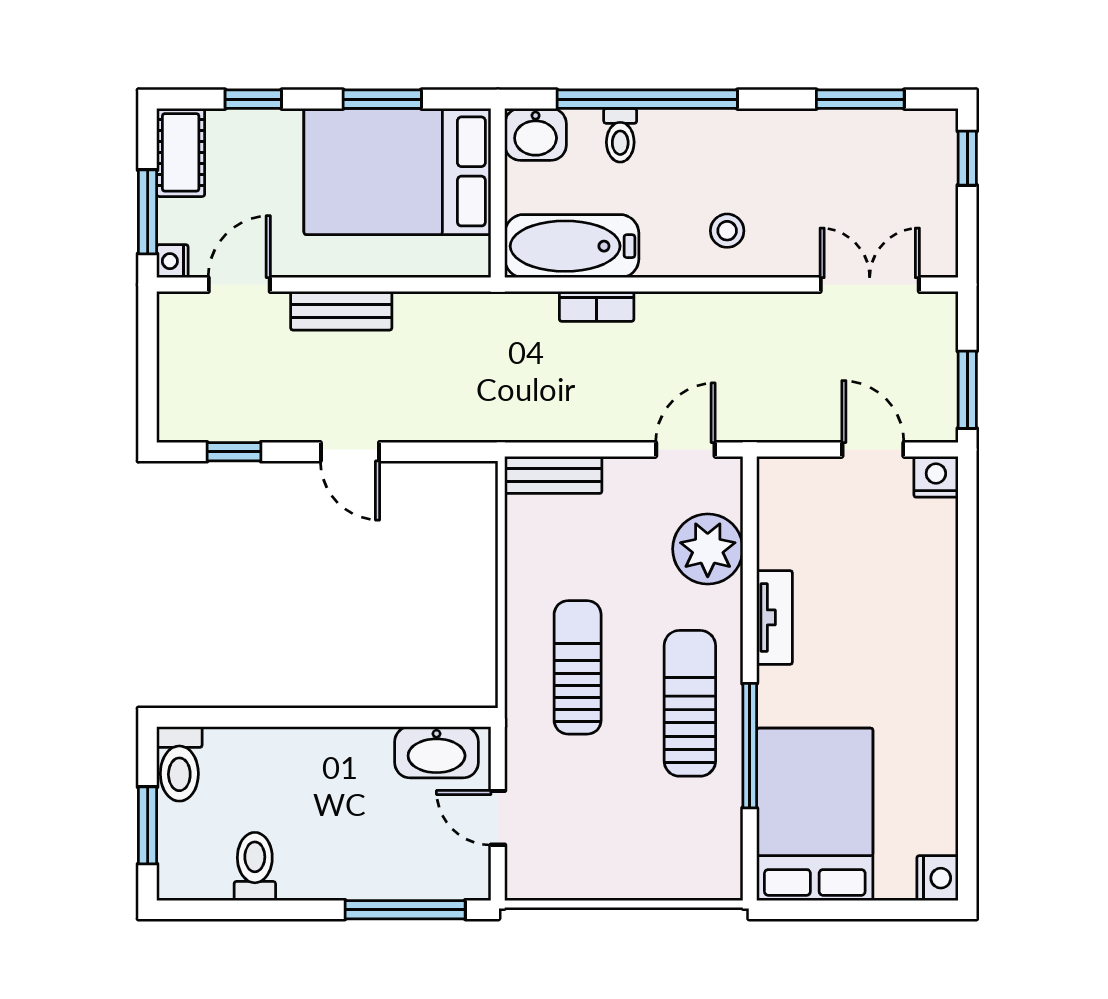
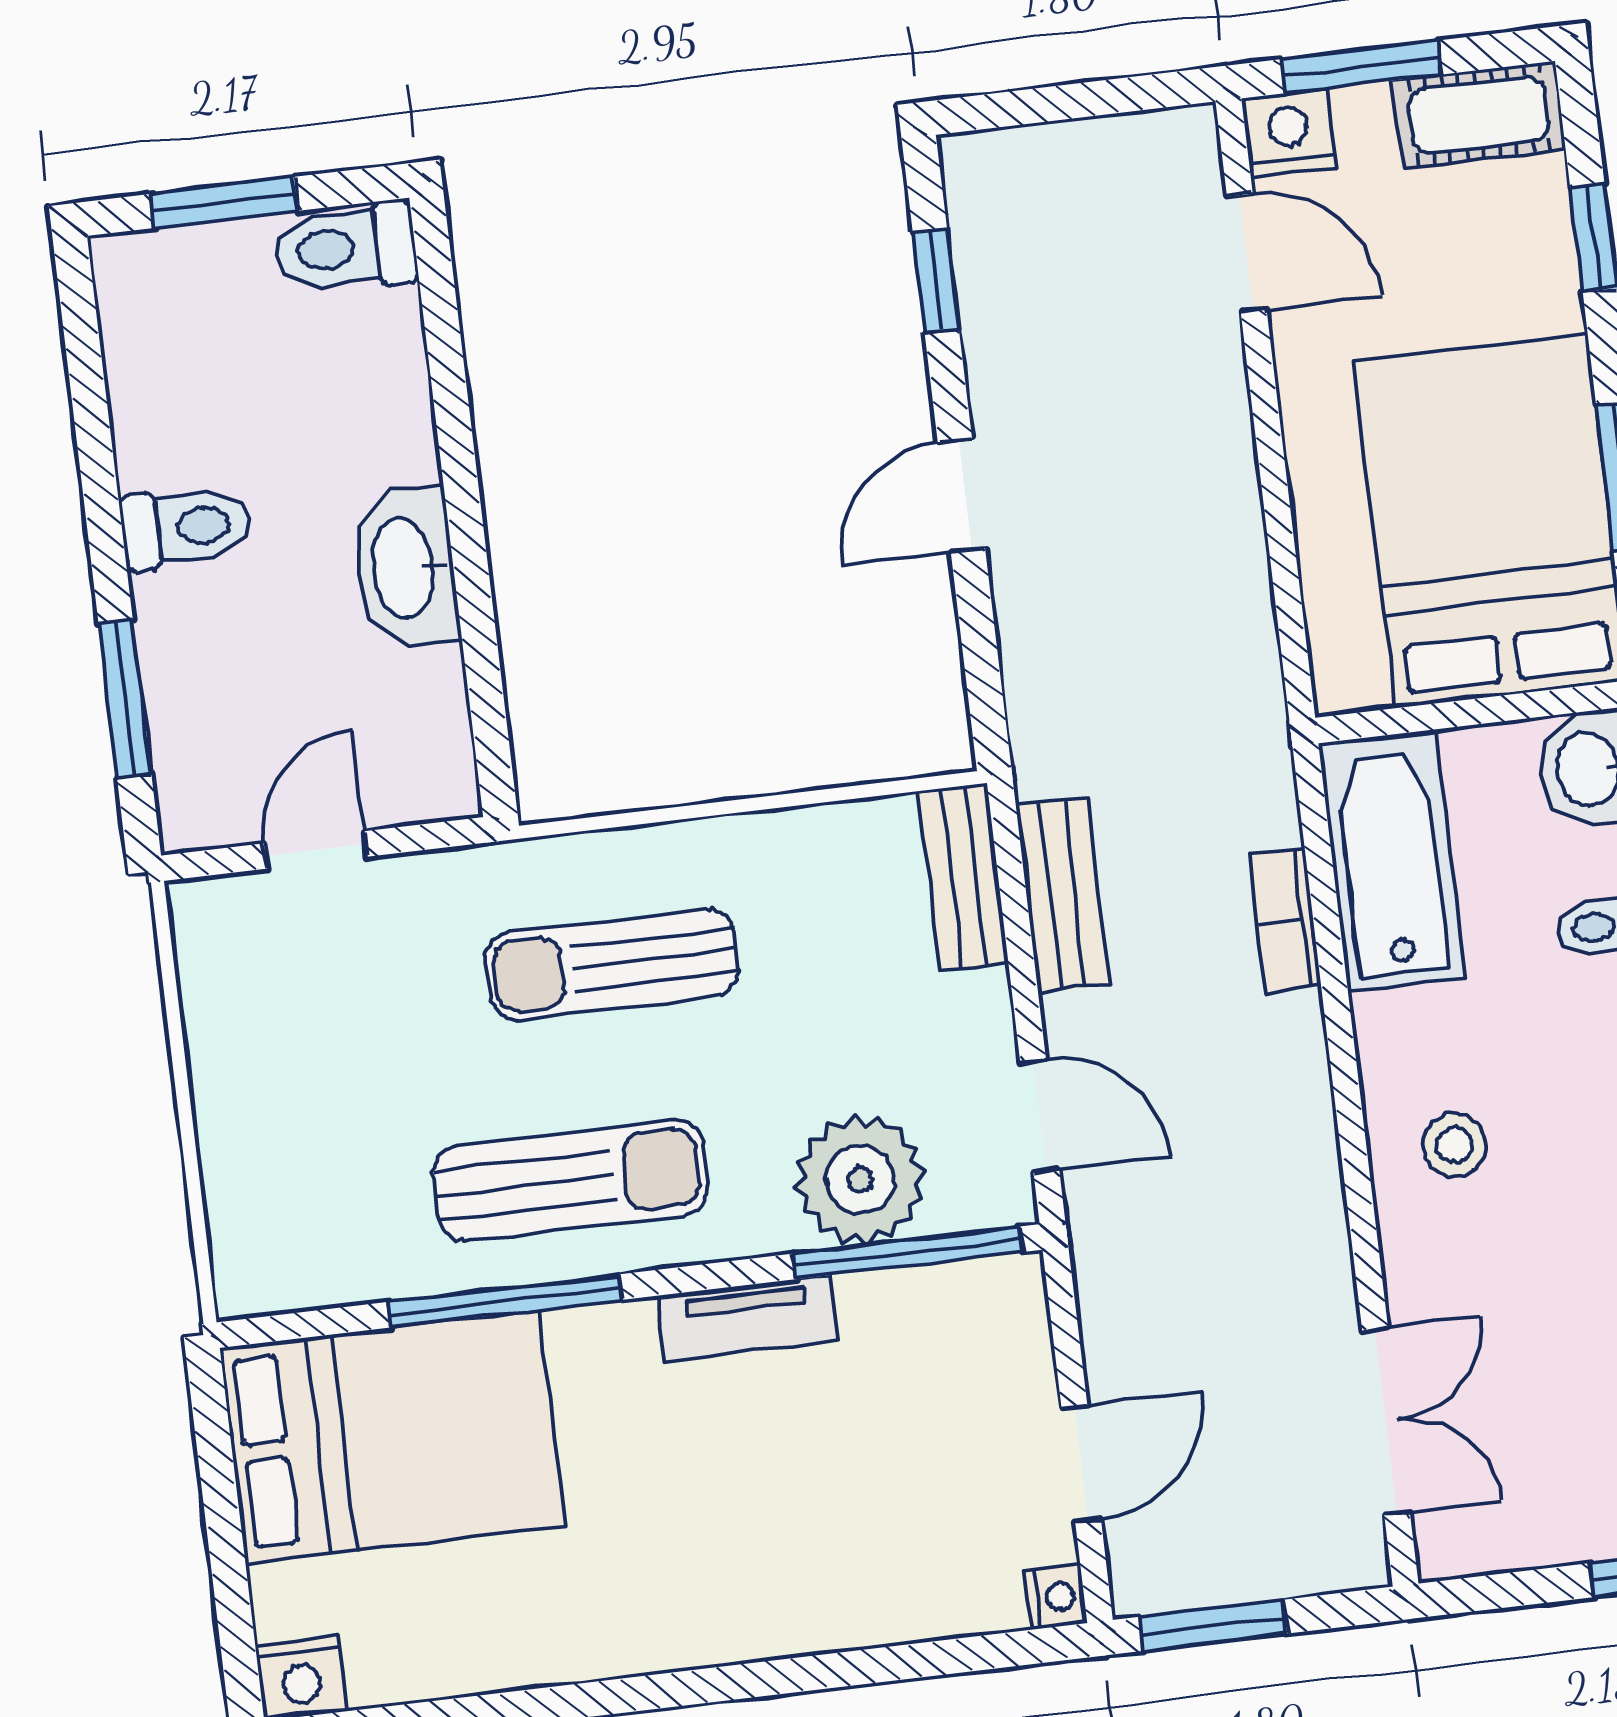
nightstand: (172, 261) -> (1289, 133), width x1.39, depth x1.35
bench: (341, 311) -> (1063, 895), moved
nightstand: (936, 477) -> (1056, 1597), width x0.72, depth x0.74
window: (750, 529) -> (907, 1253), added
sun lounger: (578, 667) -> (612, 965), turned 180
washbasin: (437, 752) -> (405, 568), moved
toilet: (255, 866) -> (186, 527), moved
window: (405, 910) -> (125, 698), width x0.69

